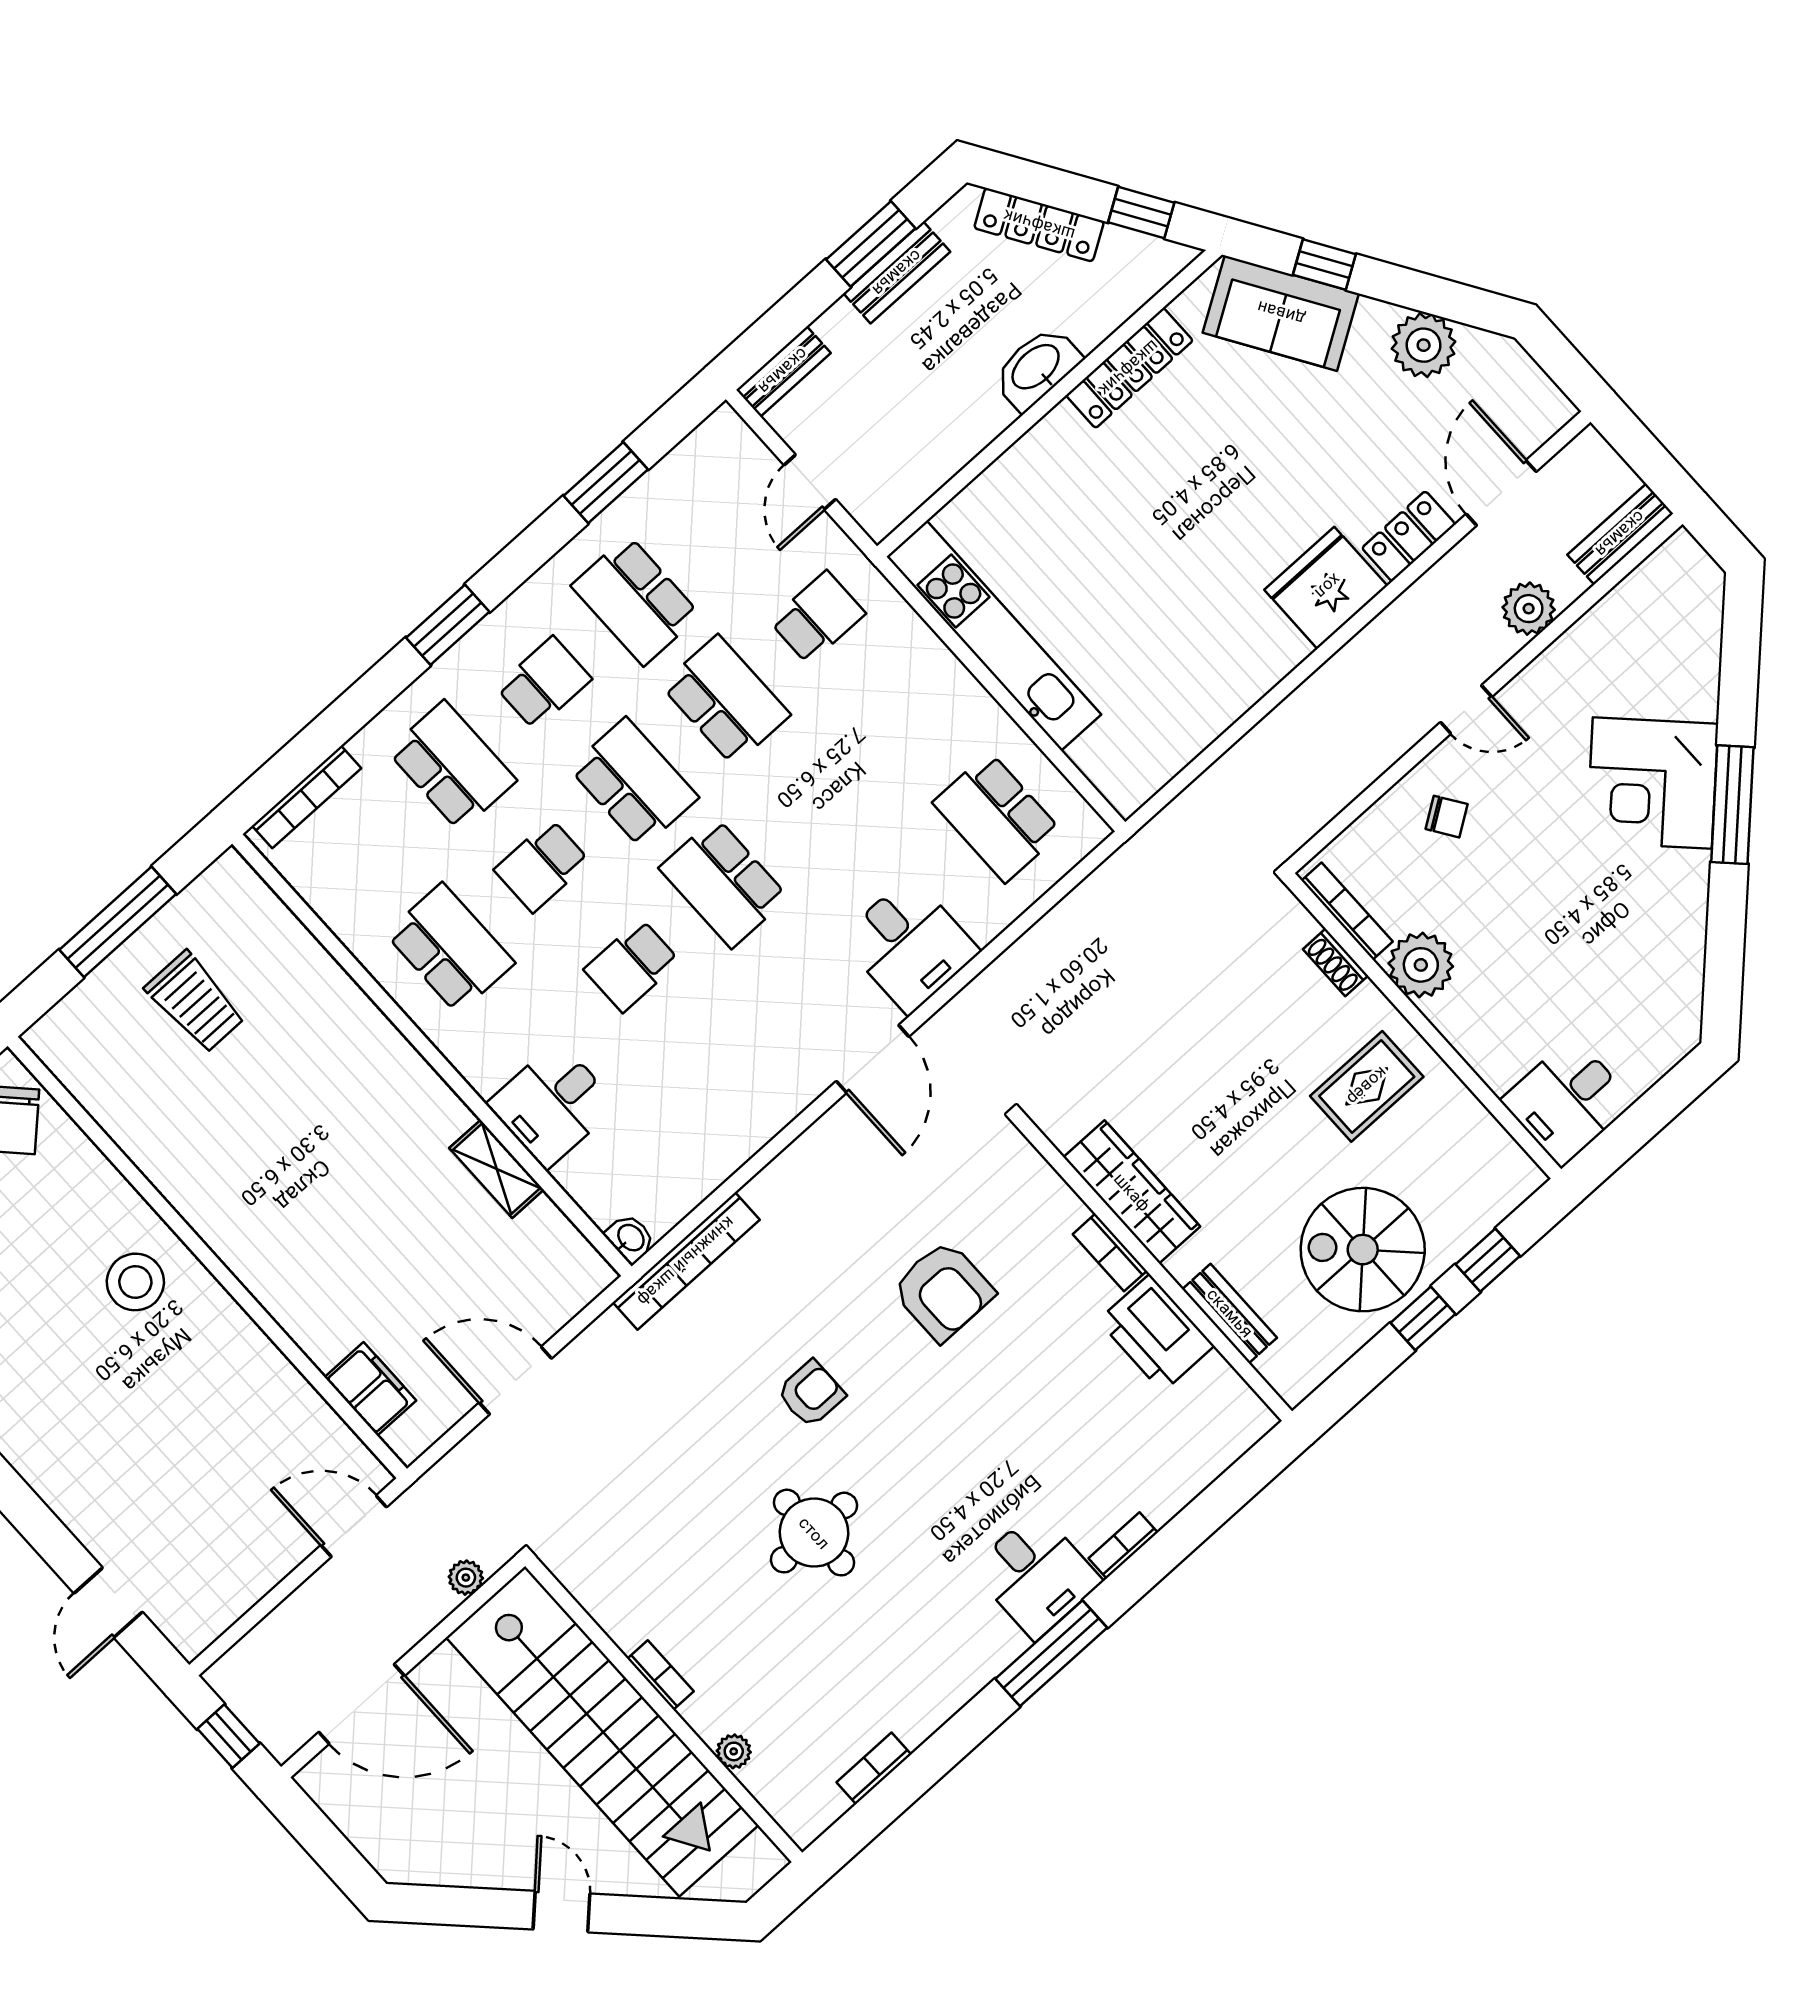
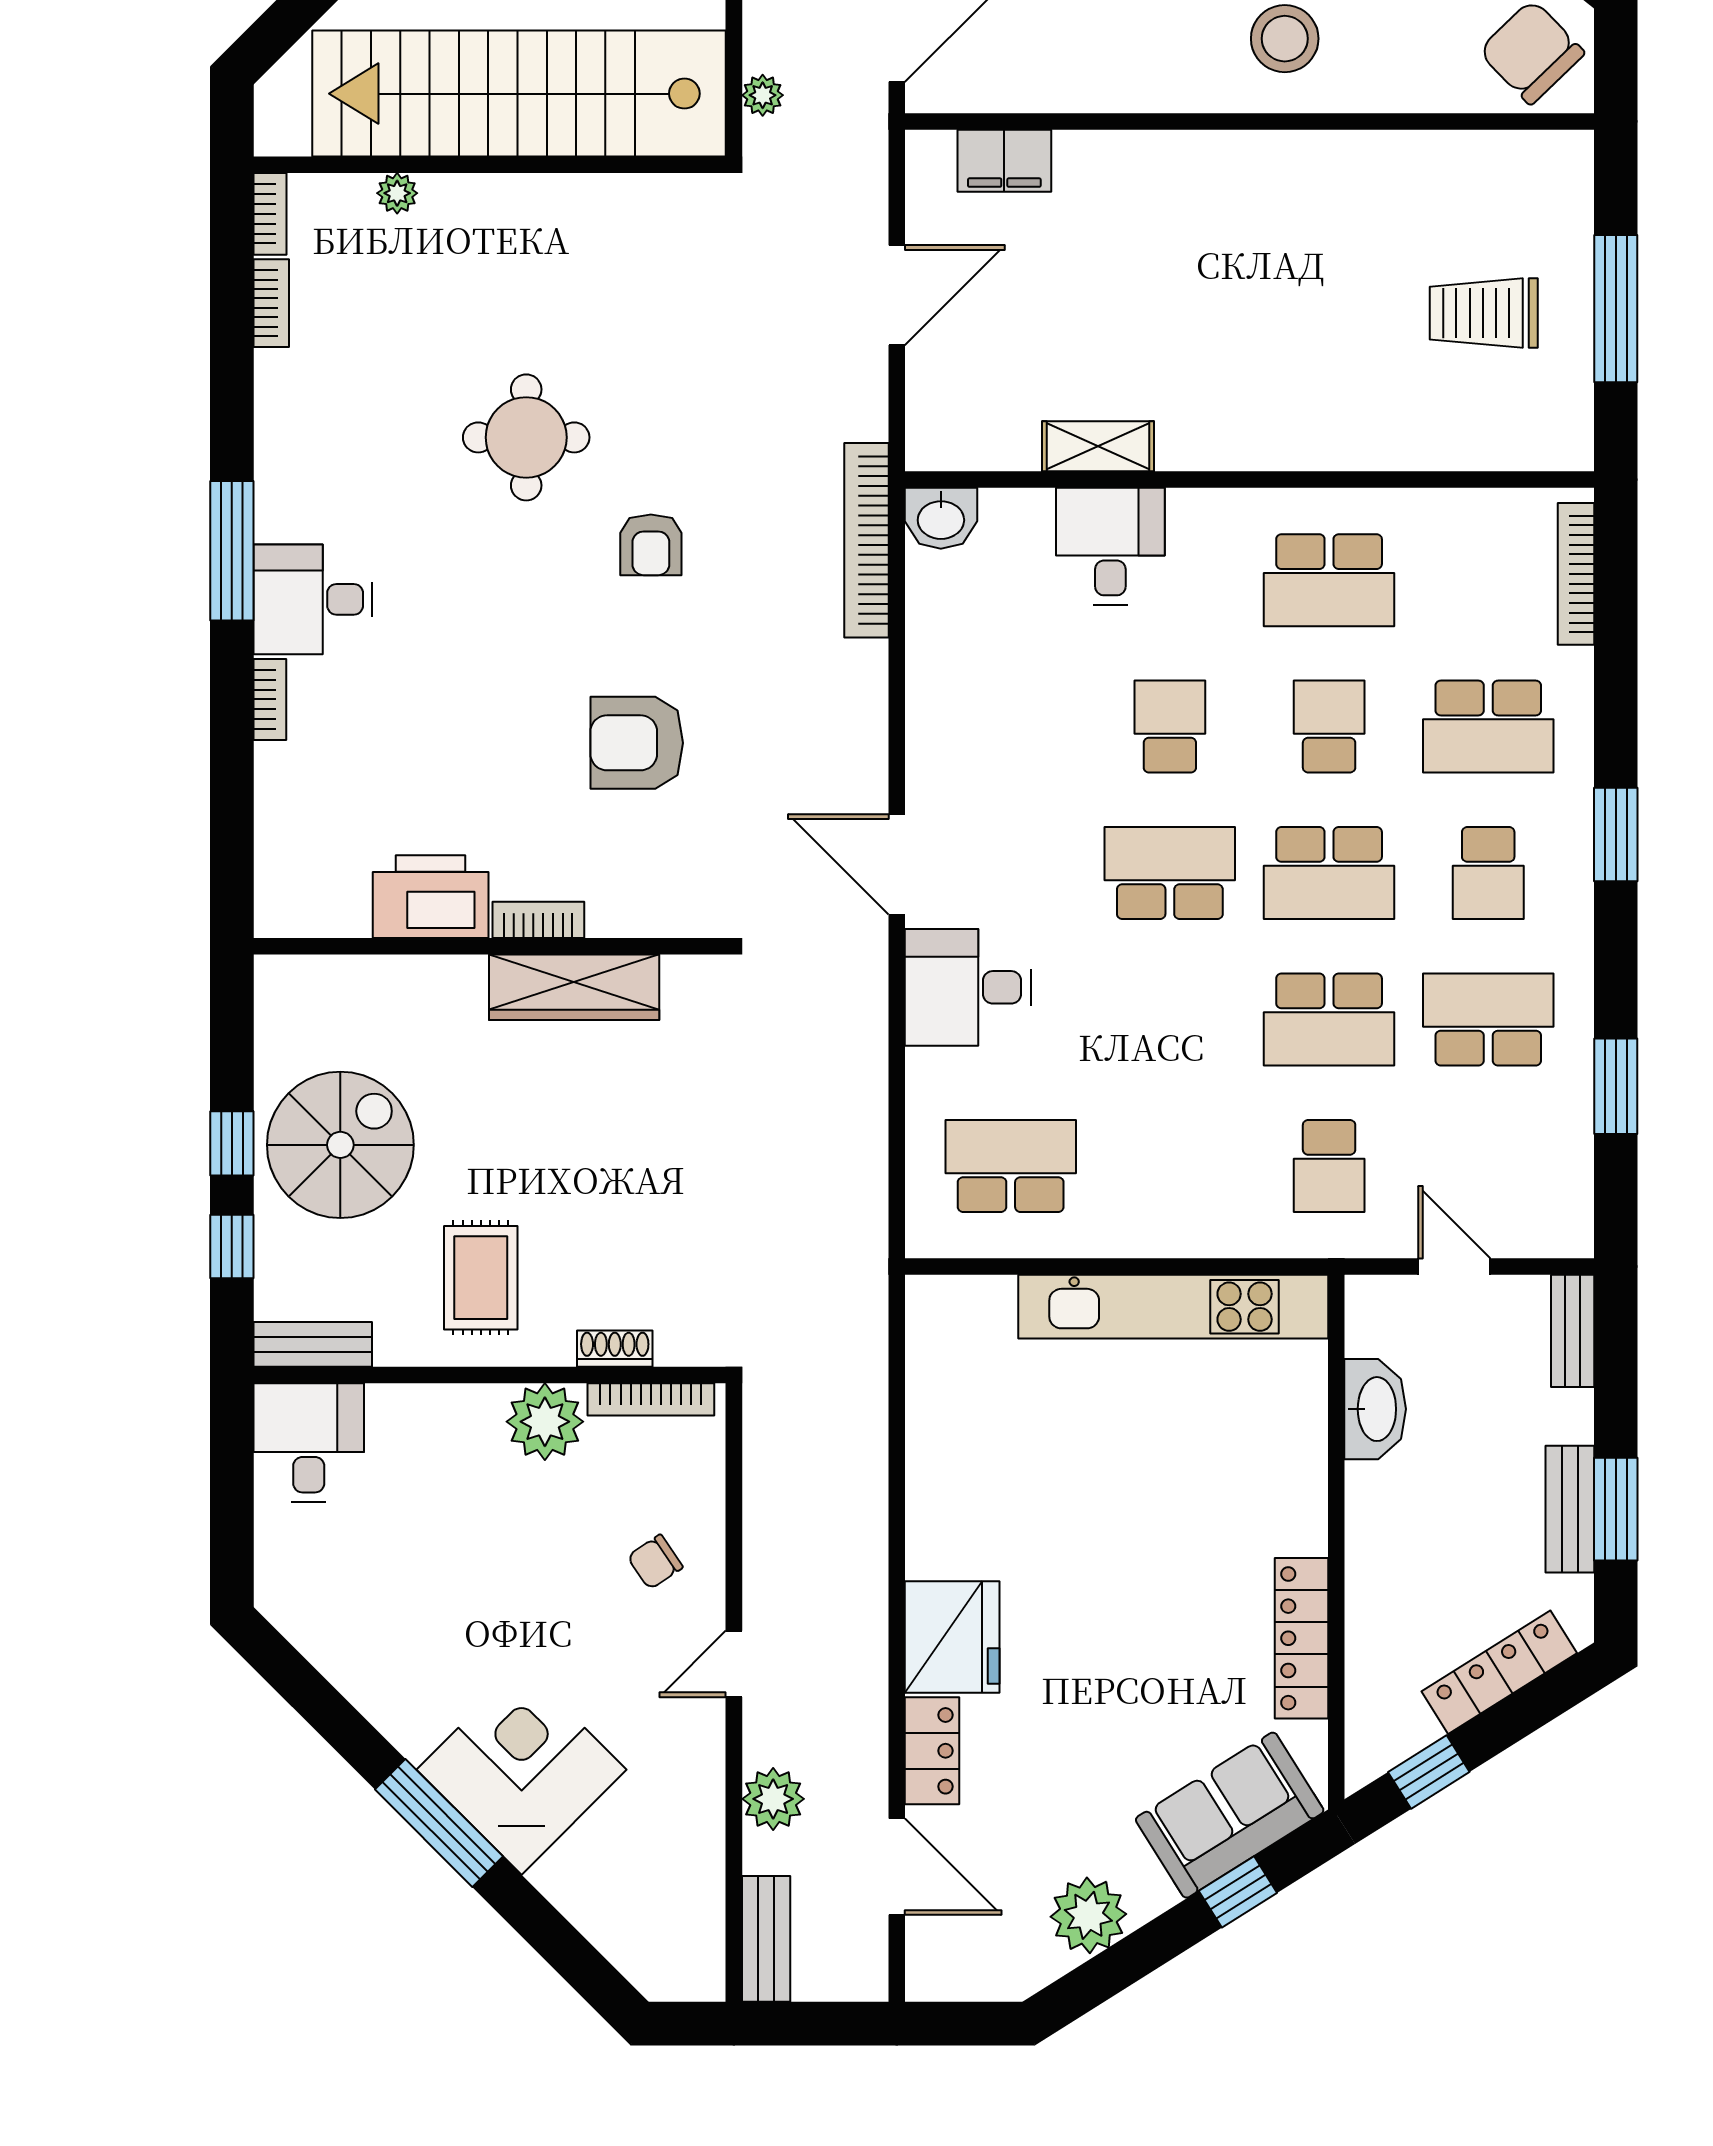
washbasin: (1037, 368) -> (1375, 1409), moved
washbasin: (630, 1238) -> (941, 518), width x1.38, depth x1.45
bench: (1230, 1313) -> (313, 1344), moved
bookcase: (660, 1675) -> (270, 214), moved, turned -90

